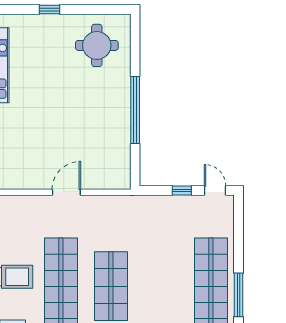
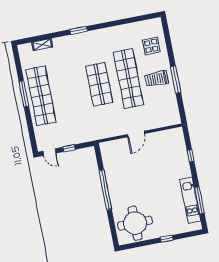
round table: (97, 45) -> (135, 223), width x1.36, depth x1.36

